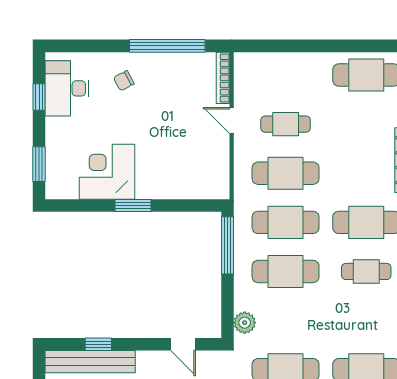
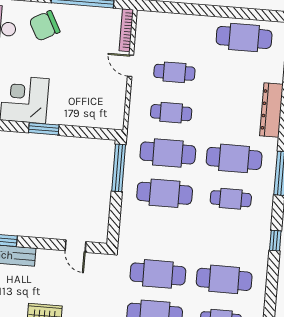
chair: (124, 81) -> (45, 26), width x1.87, depth x1.87
cafe table: (286, 173) -> (171, 113), width x0.73, depth x0.74
plant: (245, 323) -> (127, 233), removed

